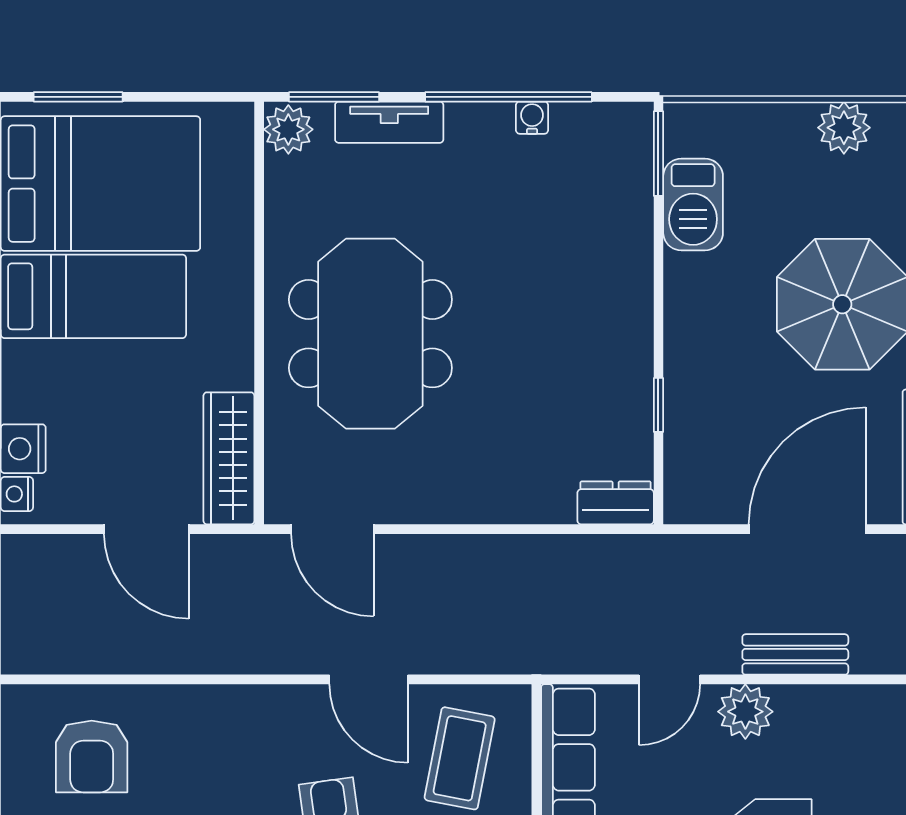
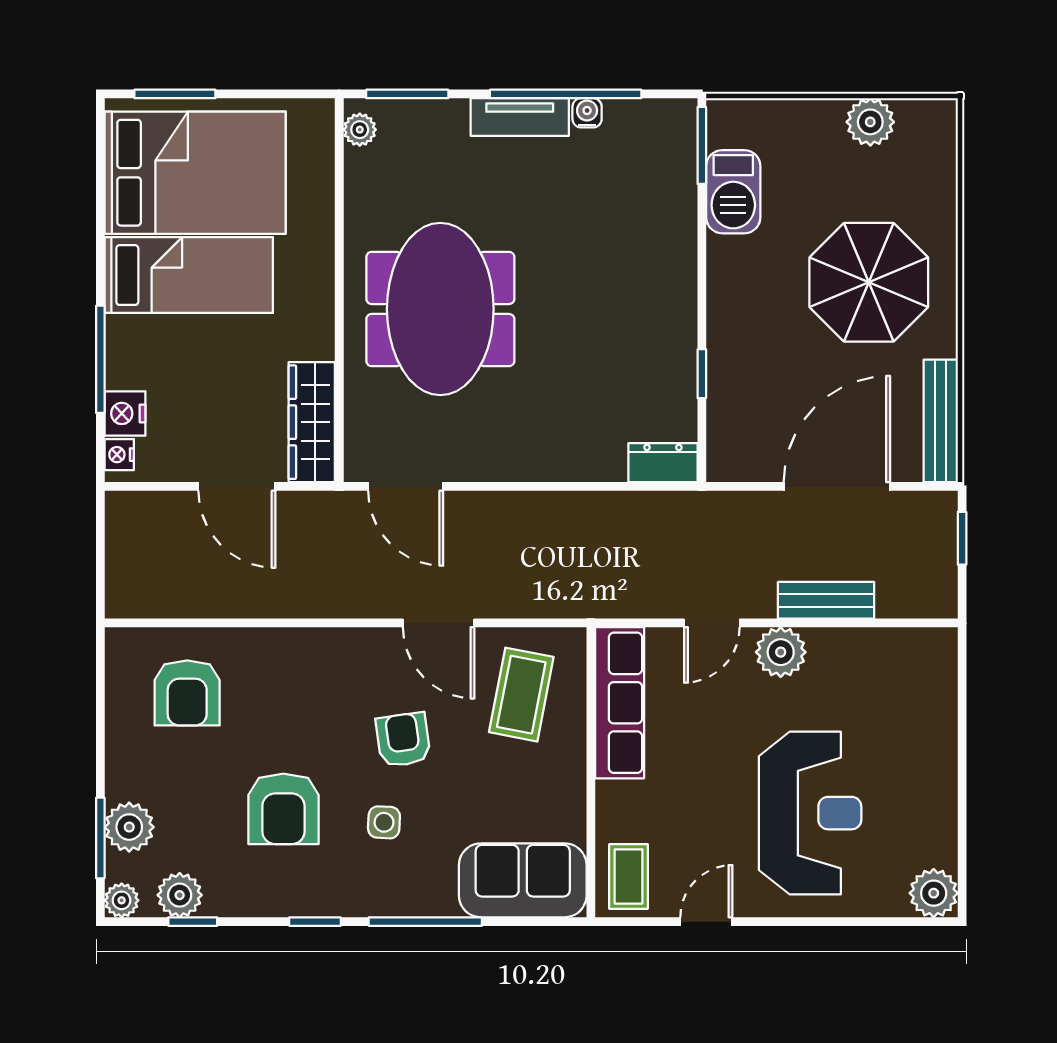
tv unit: (389, 122) -> (520, 117), moved
plant: (288, 129) -> (360, 130), width x0.73, depth x0.73

